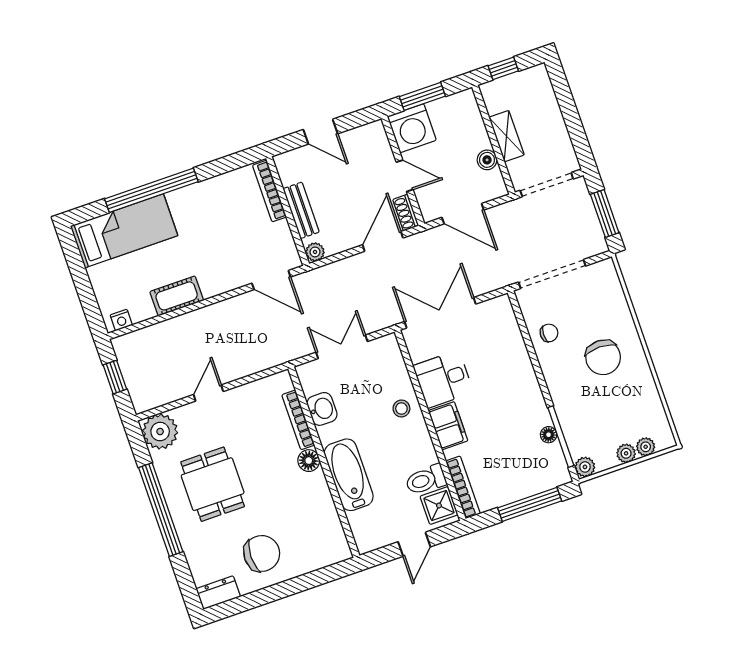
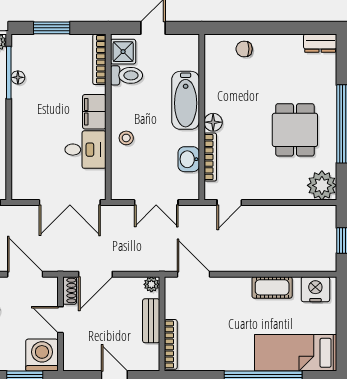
nightstand: (121, 320) -> (315, 289), width x1.89, depth x1.79
door: (208, 393) -> (229, 203), moved
window: (530, 504) -> (52, 28), width x0.69
chair: (262, 553) -> (244, 49), moved, width x0.54, depth x0.54

